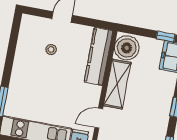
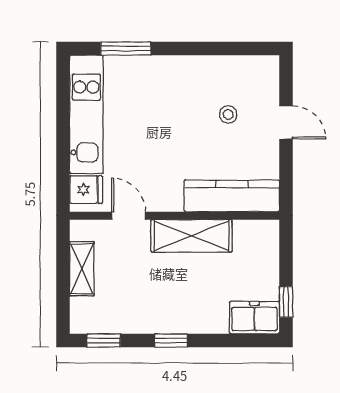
boiler: (127, 48) -> (255, 240), removed

